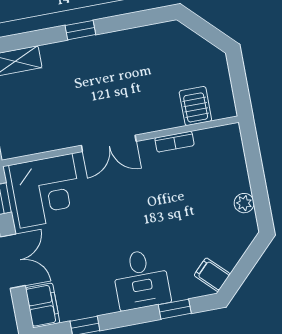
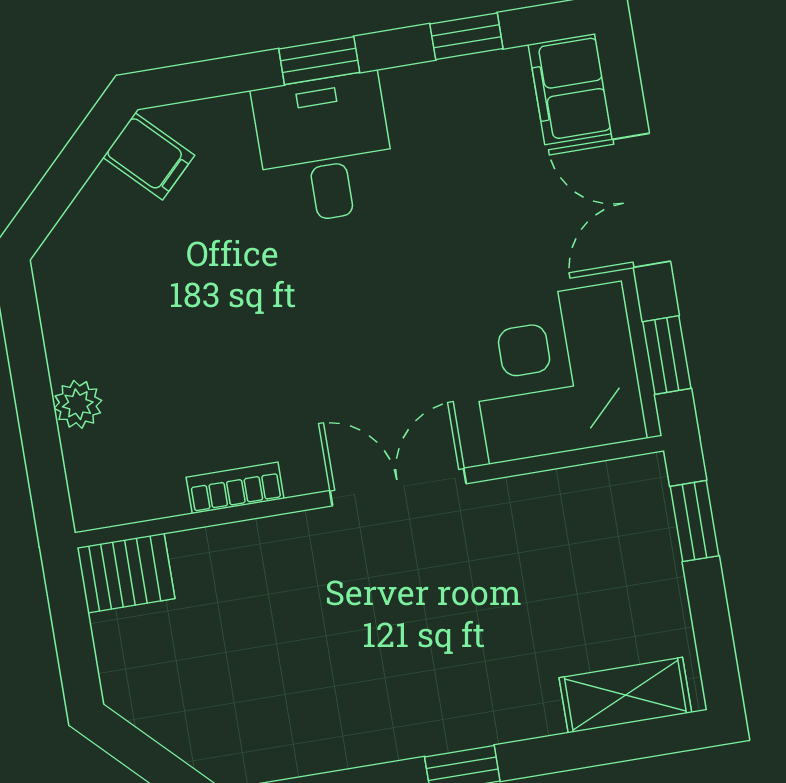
server rack: (195, 106) -> (126, 573), moved, turned -90
plant: (244, 203) -> (78, 404), moved
window: (175, 309) -> (319, 61), moved

